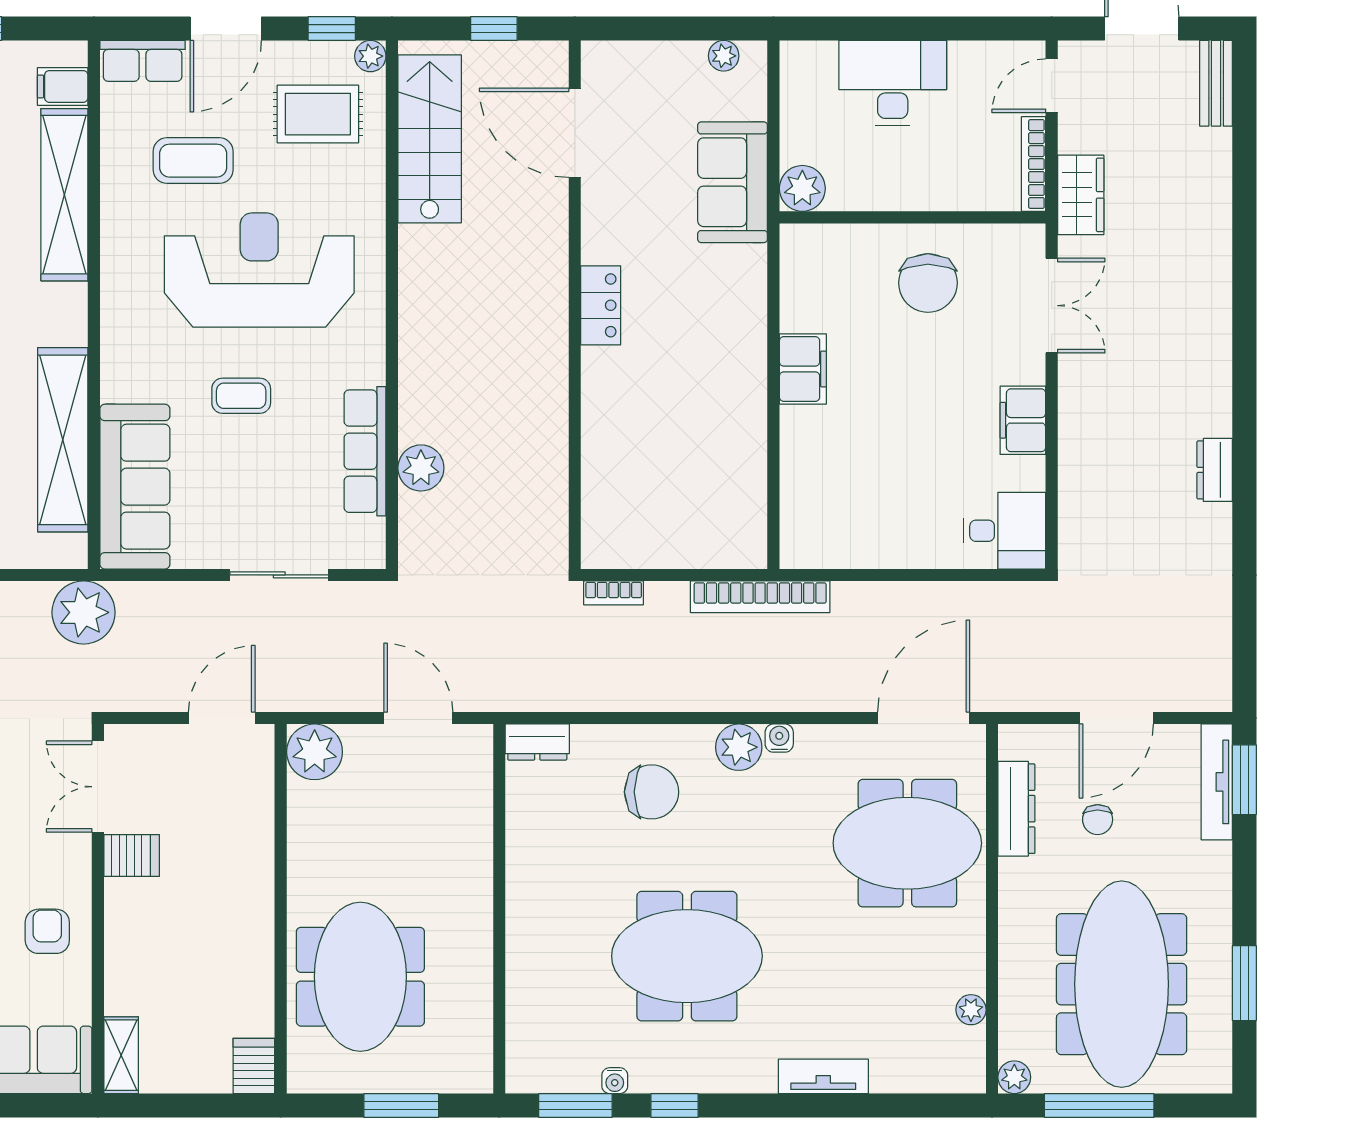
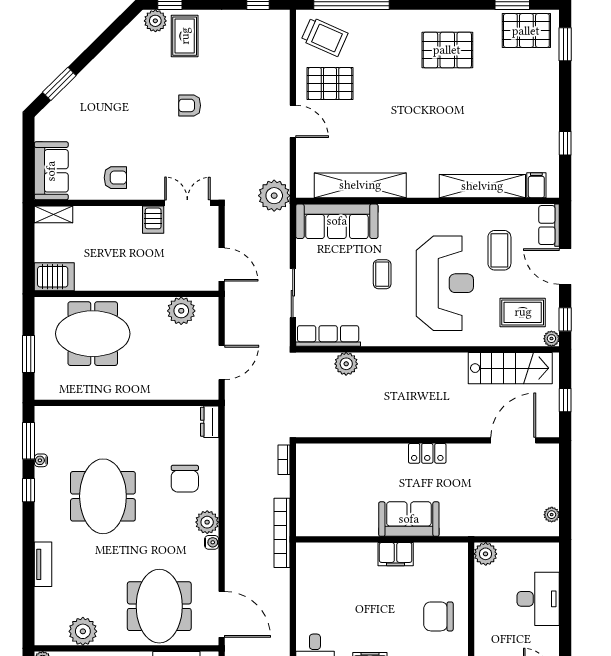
rug: (318, 114) -> (523, 312), turned 90
sofa: (733, 182) -> (409, 519), moved
row of seats: (365, 451) -> (328, 336), moved
plant: (315, 752) -> (181, 311), moved
plant: (971, 1010) -> (83, 631), width x1.87, depth x1.87
server rack: (254, 1066) -> (54, 277), width x1.36, depth x1.44

